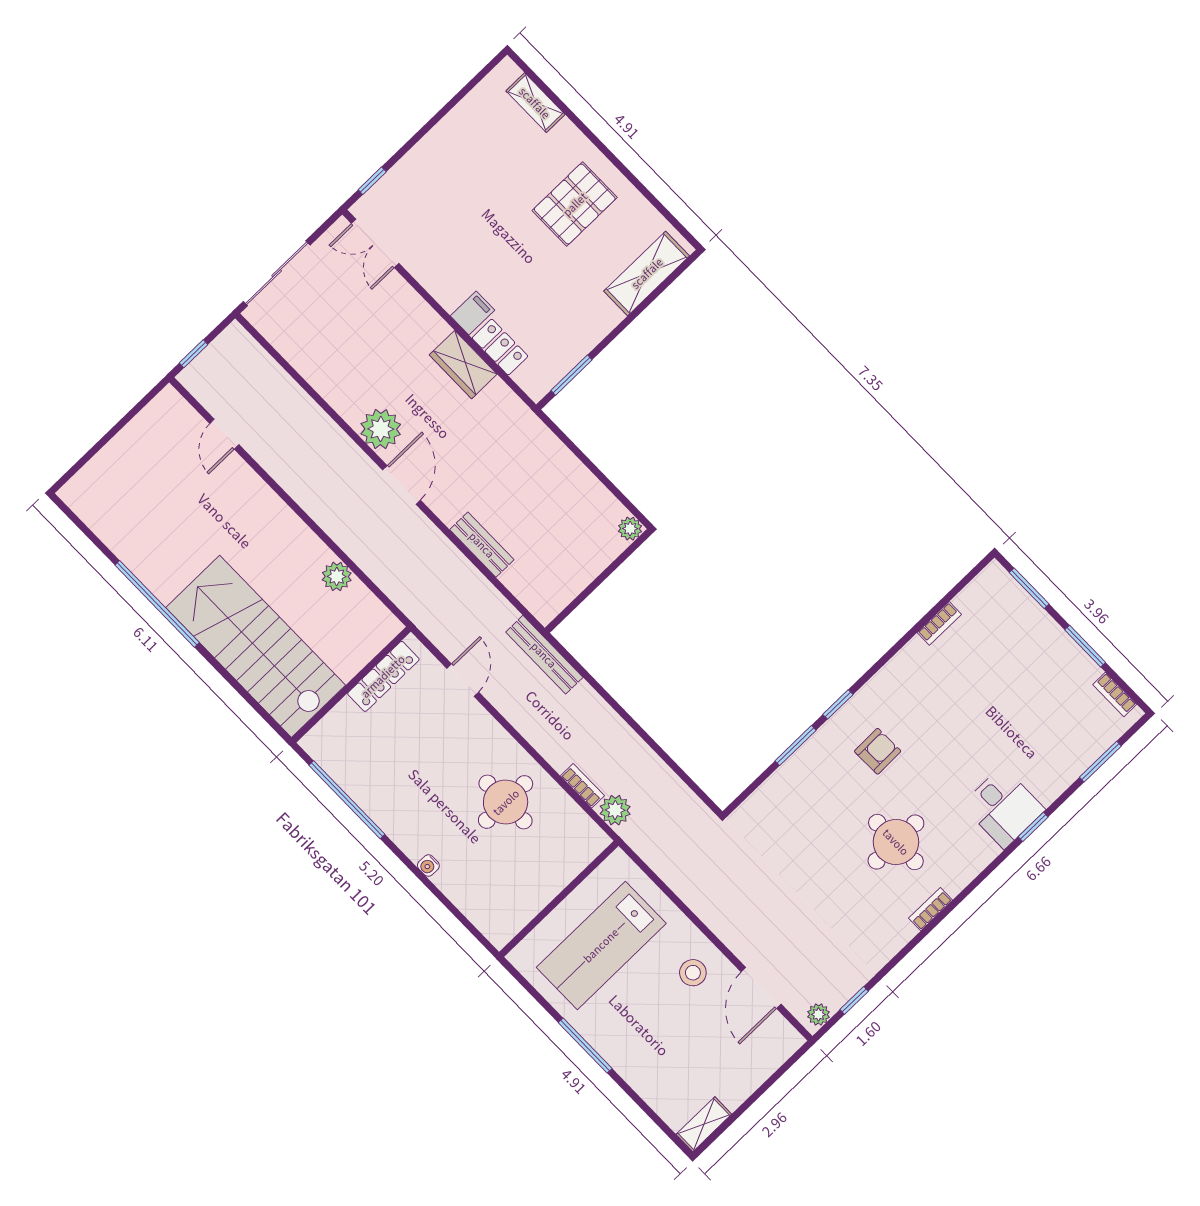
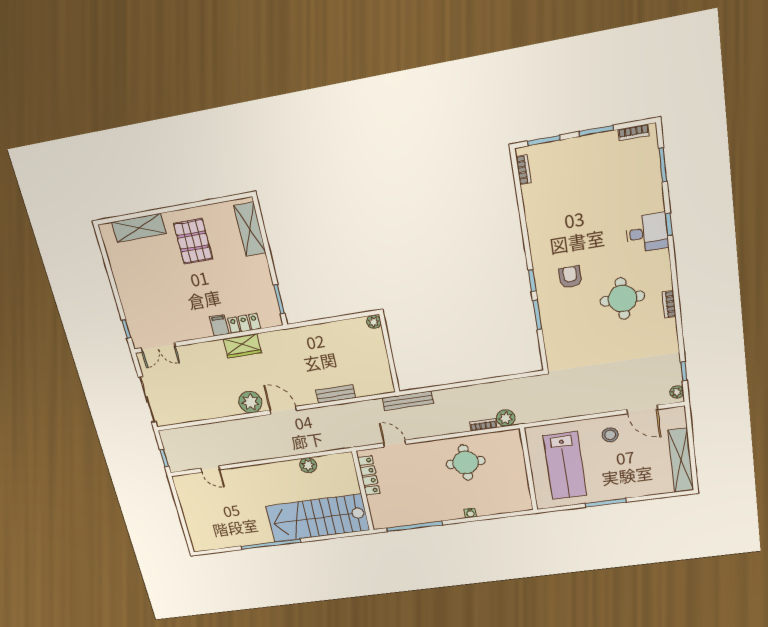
shelving: (535, 103) -> (139, 228), width x1.50, depth x1.33
bookcase: (939, 623) -> (524, 170), moved
shelving: (704, 1124) -> (681, 460), width x2.20, depth x1.33

